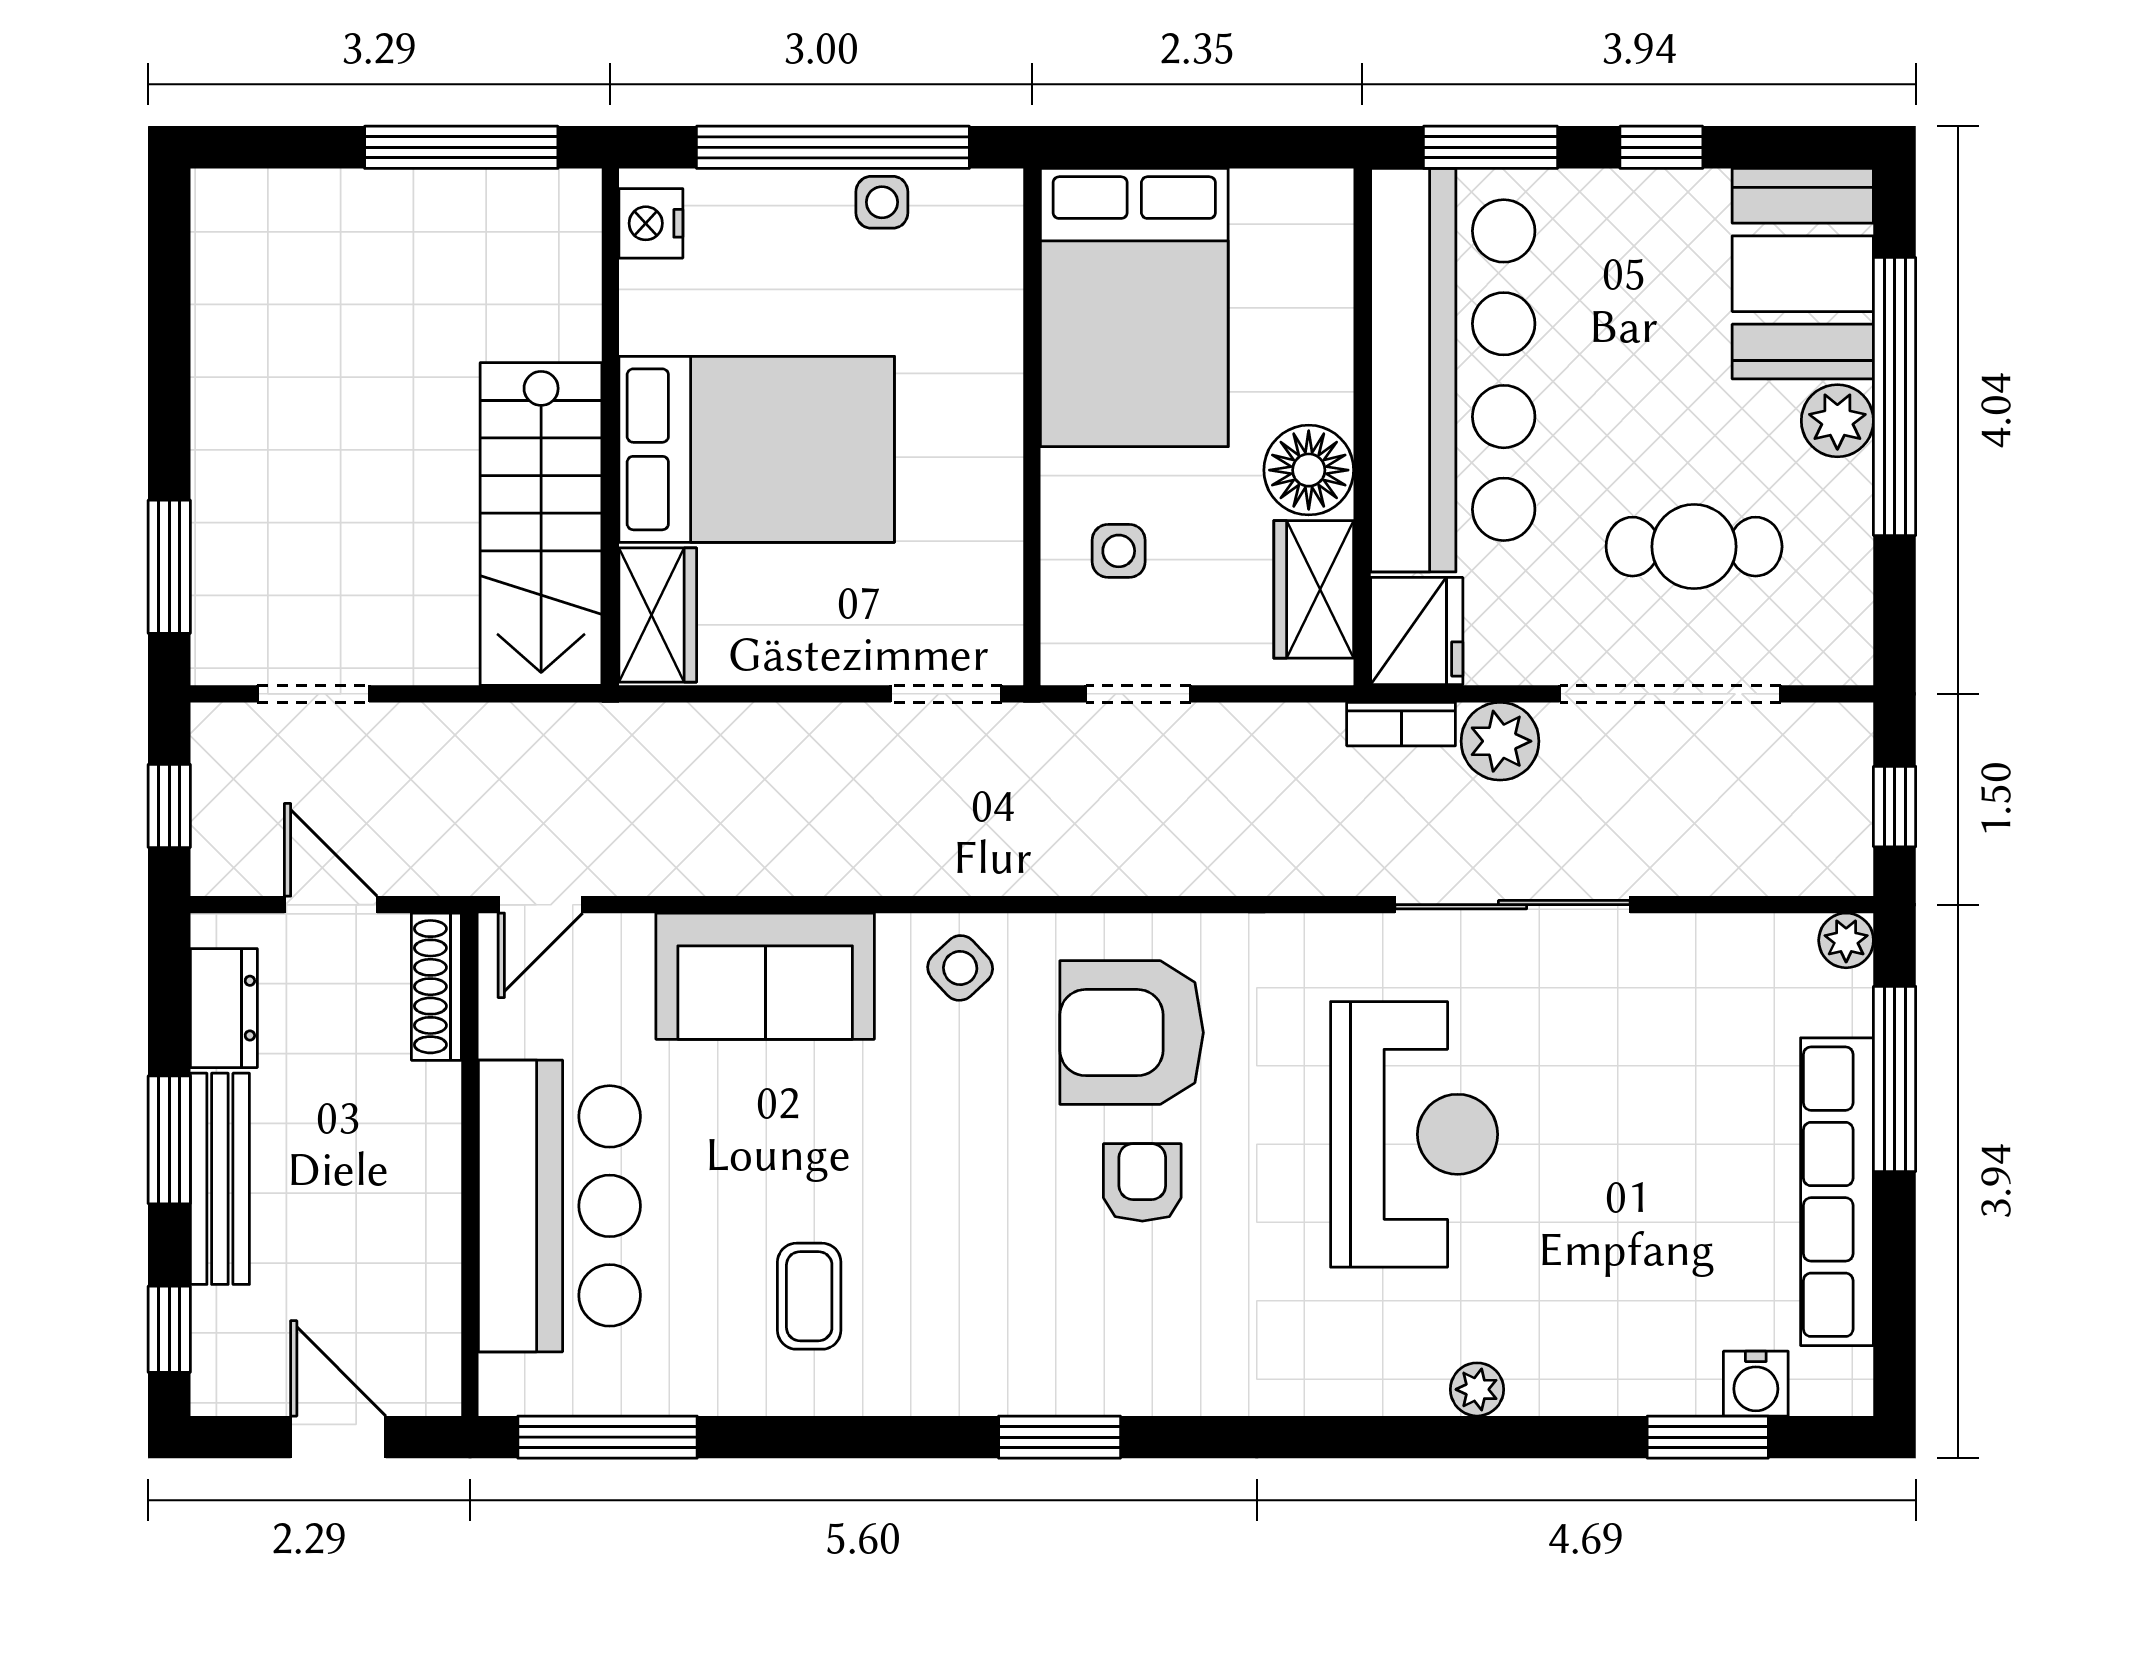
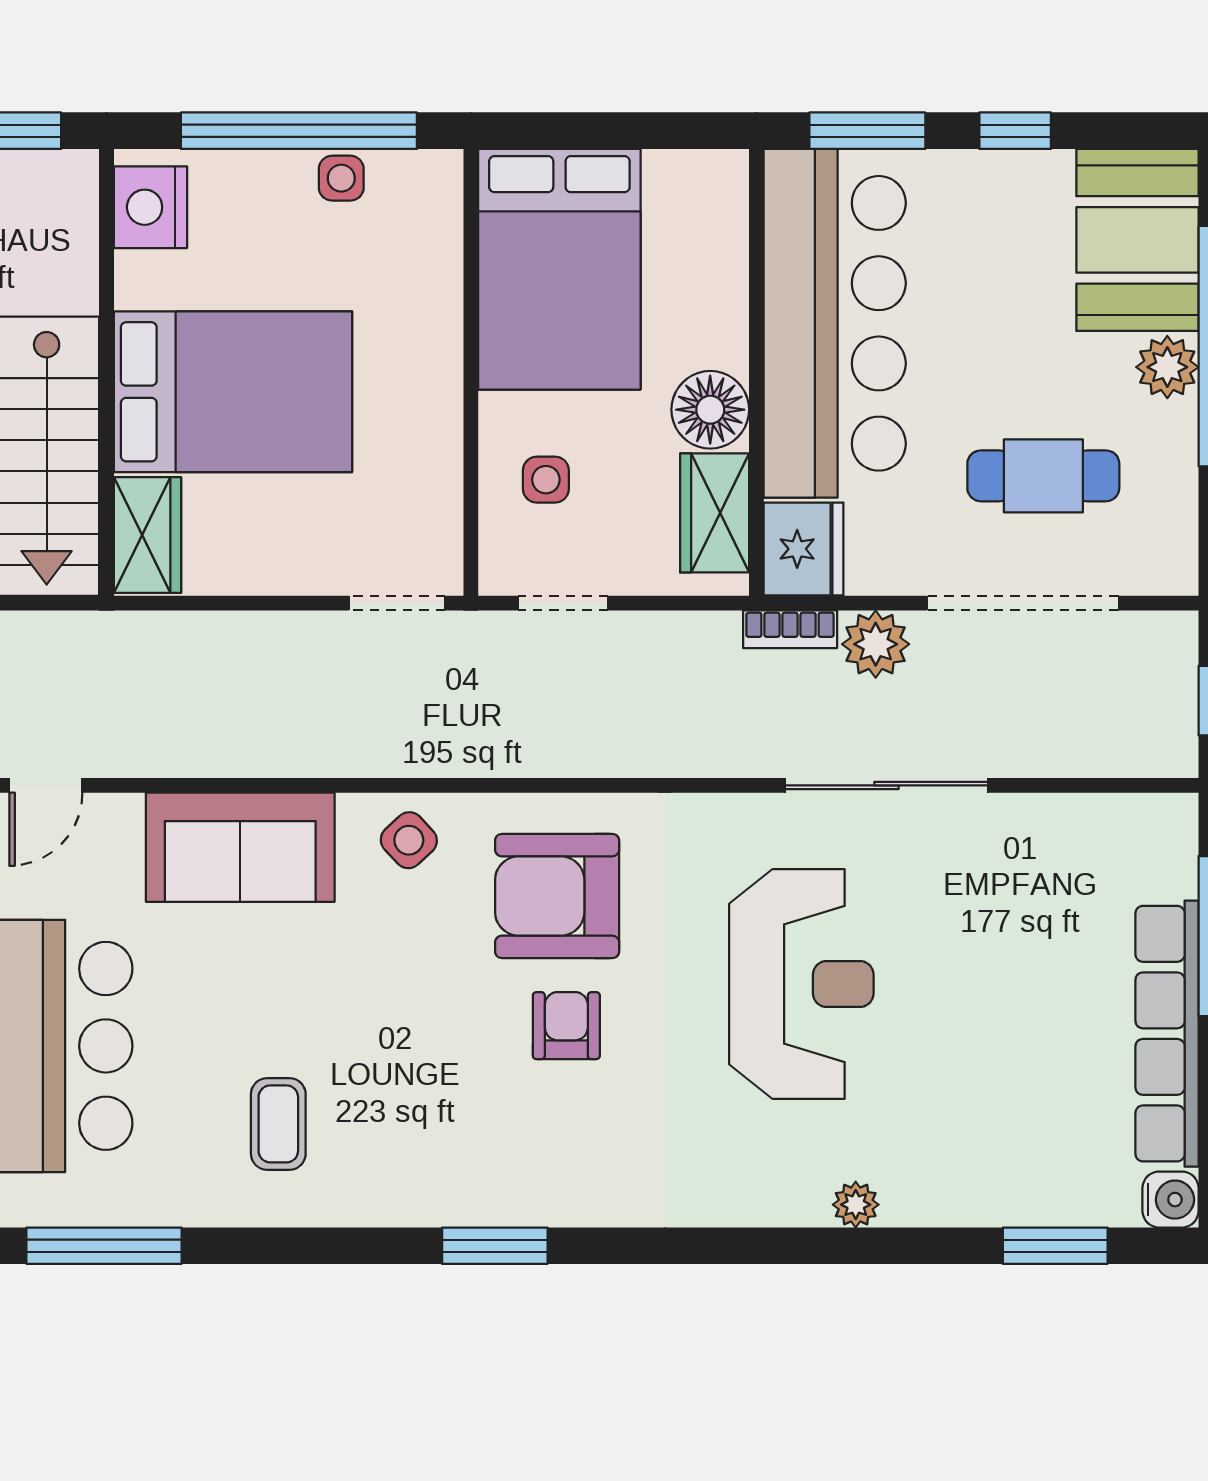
nightstand: (651, 223) -> (150, 207), width x1.36, depth x1.33
plant: (1846, 940) -> (1175, 816), removed
water cooler: (1756, 1384) -> (1170, 1200), moved, turned -90

